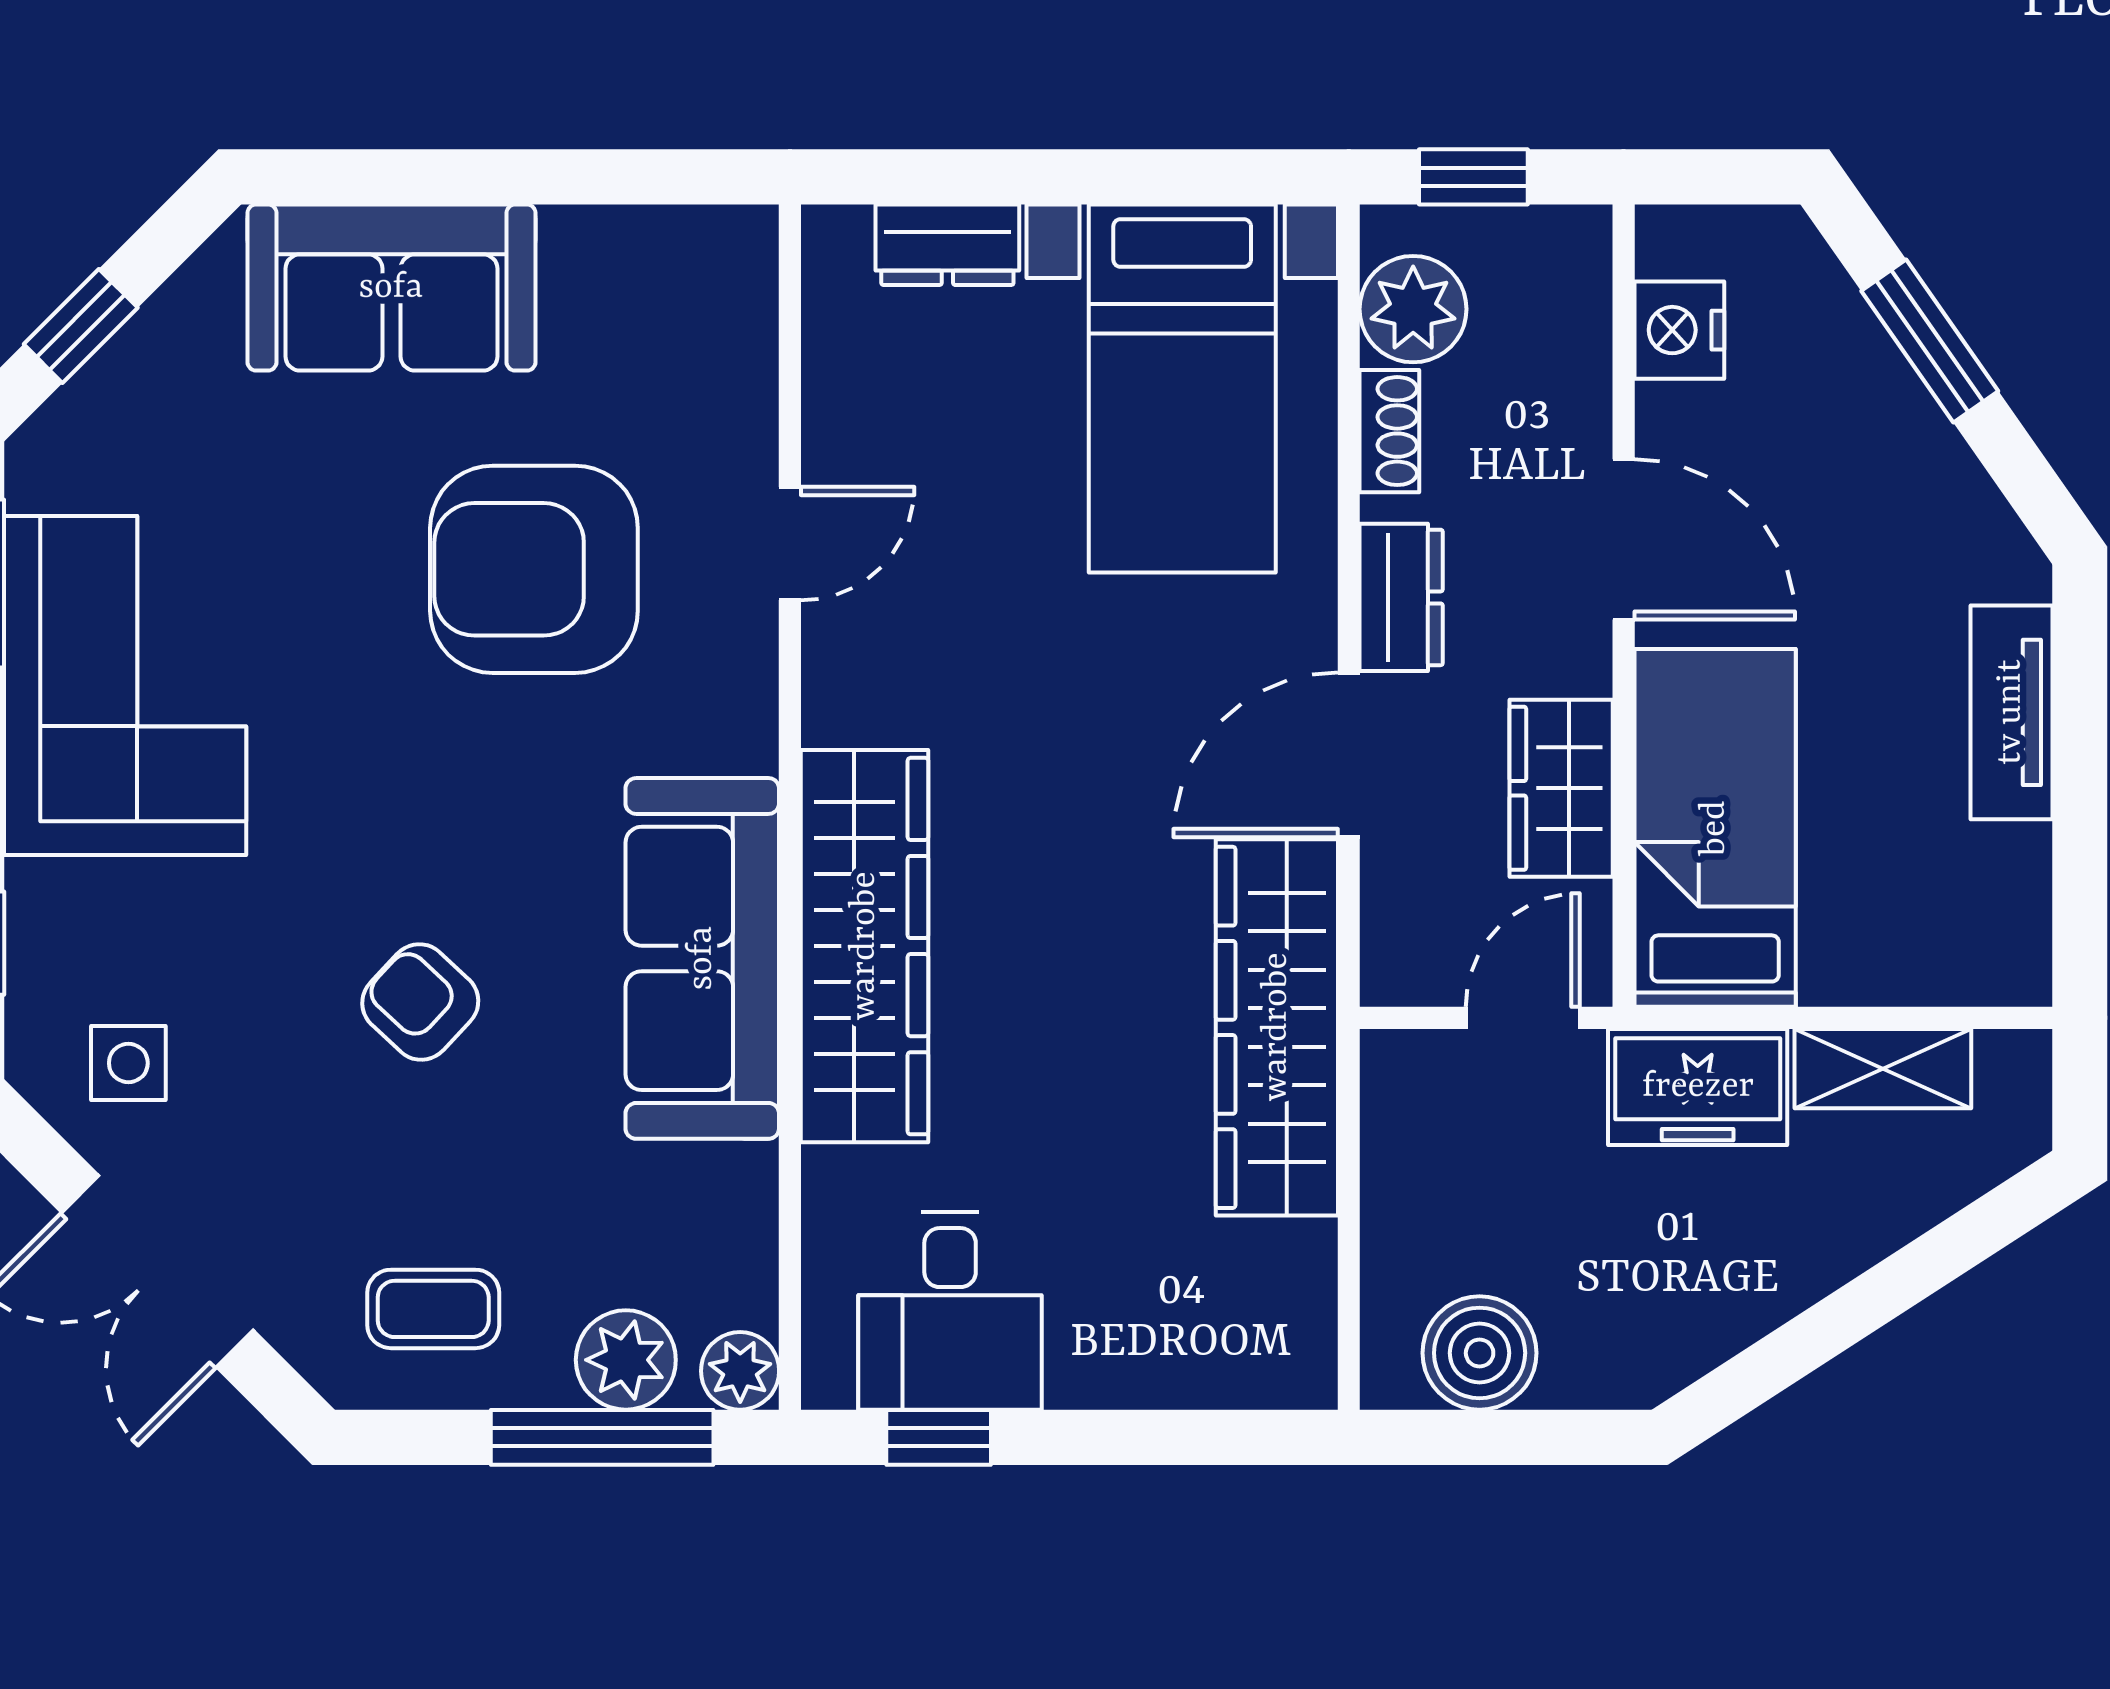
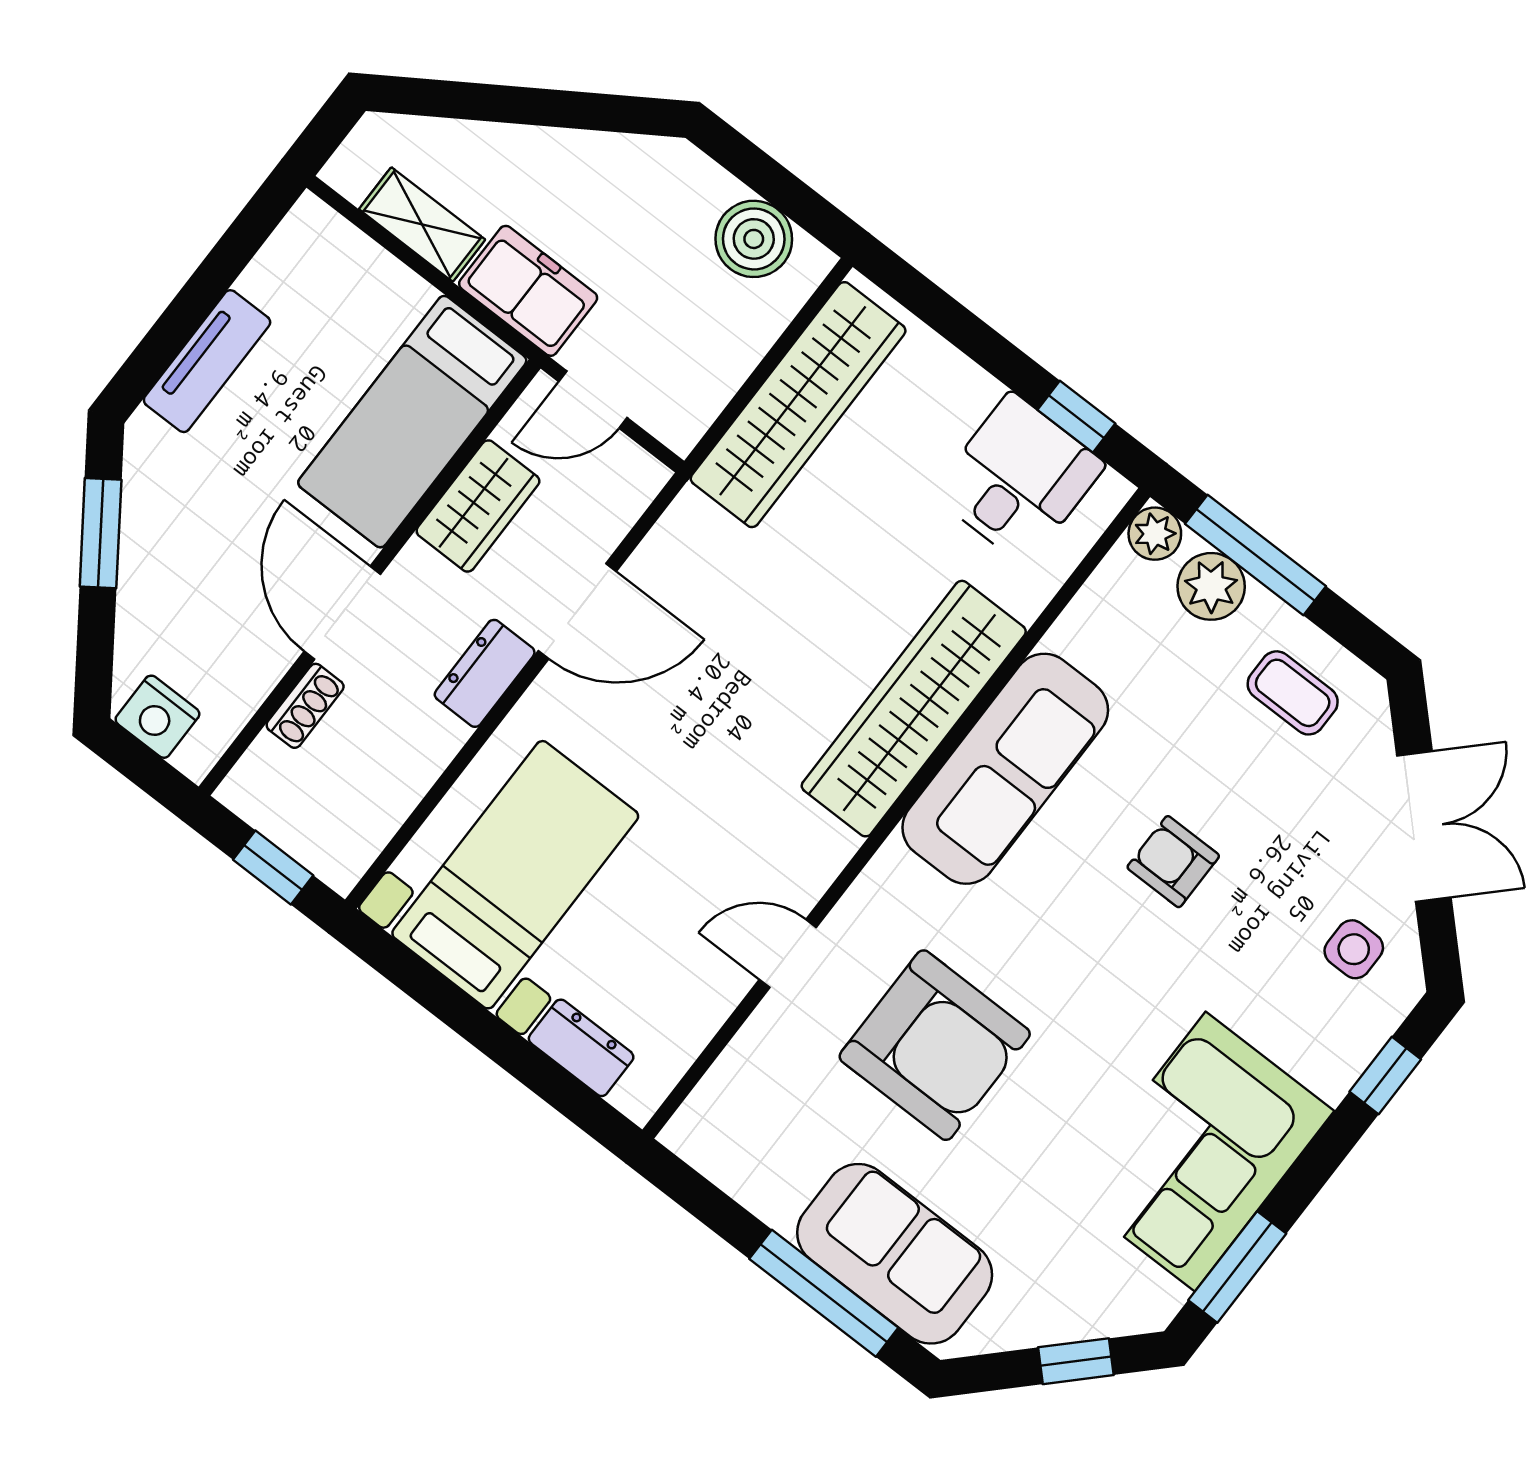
window: (439, 177) -> (824, 1293), added
plant: (1413, 309) -> (360, 822), removed
nightstand: (1679, 330) -> (157, 717), moved, turned 90
window: (1930, 341) -> (101, 533), moved
shoe rack: (1389, 431) -> (305, 706), moved, turned 180
armchair: (420, 1002) -> (1173, 862), turned 137
wardrobe: (1277, 1027) -> (798, 405), moved

